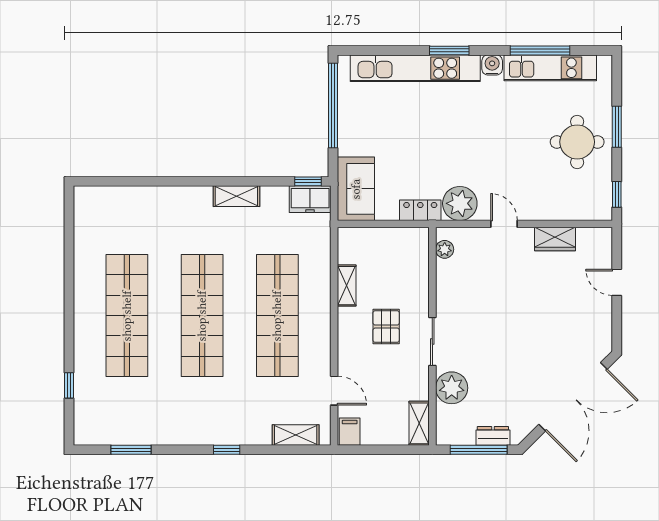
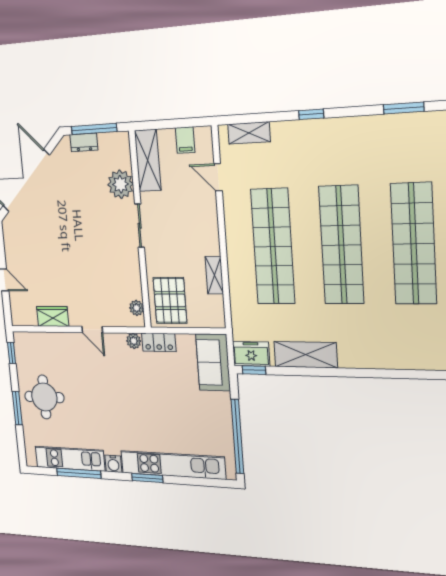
shelving: (236, 196) -> (306, 355), width x1.50, depth x1.33
plant: (460, 203) -> (134, 341), width x0.53, depth x0.53
pallet: (386, 327) -> (170, 300), moved, width x1.50, depth x1.42
shelving: (419, 423) -> (148, 160), width x1.50, depth x1.33
filing cabinet: (350, 432) -> (185, 140), moved

